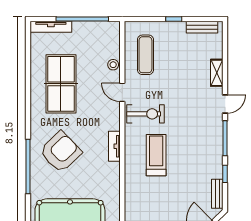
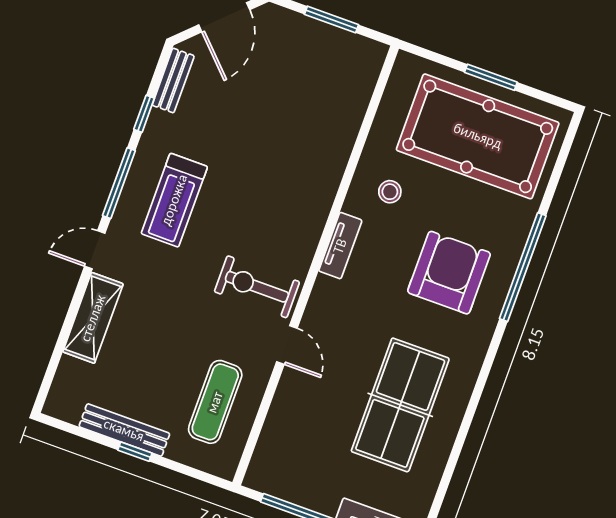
bench: (202, 27) -> (124, 430), moved, width x1.36
stool: (113, 65) -> (390, 192), moved
shelving: (217, 73) -> (93, 318), width x1.50, depth x1.33
armchair: (61, 152) -> (449, 273), turned 134
treadmill: (156, 155) -> (174, 200), moved

